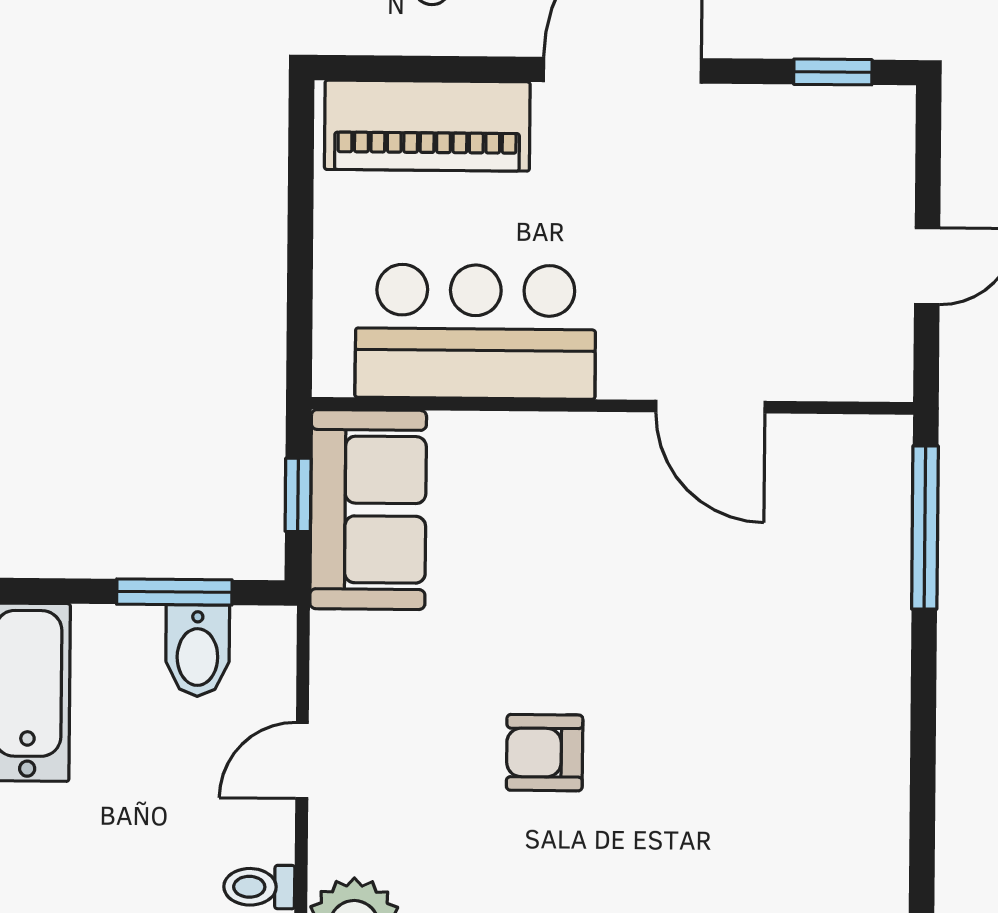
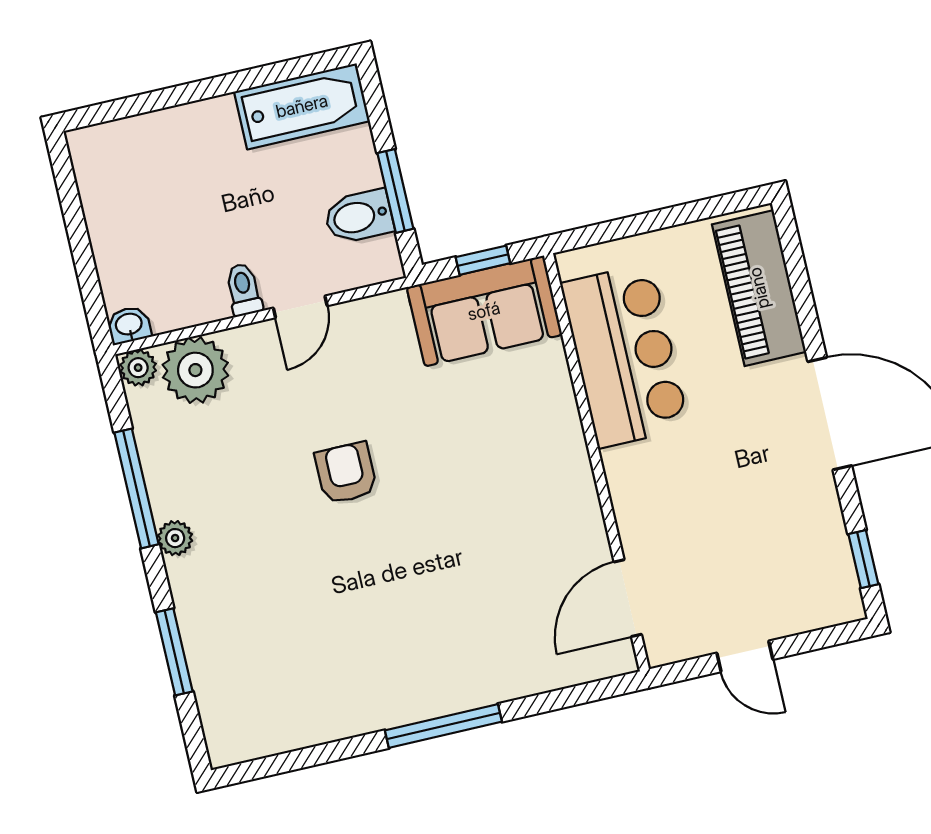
door: (710, 407) -> (628, 598), moved
window: (925, 527) -> (443, 726), moved
door: (302, 760) -> (300, 307), swing flipped
toilet: (259, 887) -> (244, 290), moved

